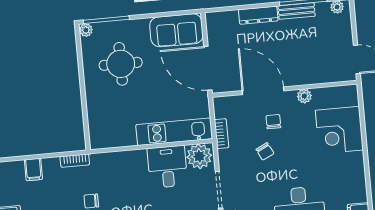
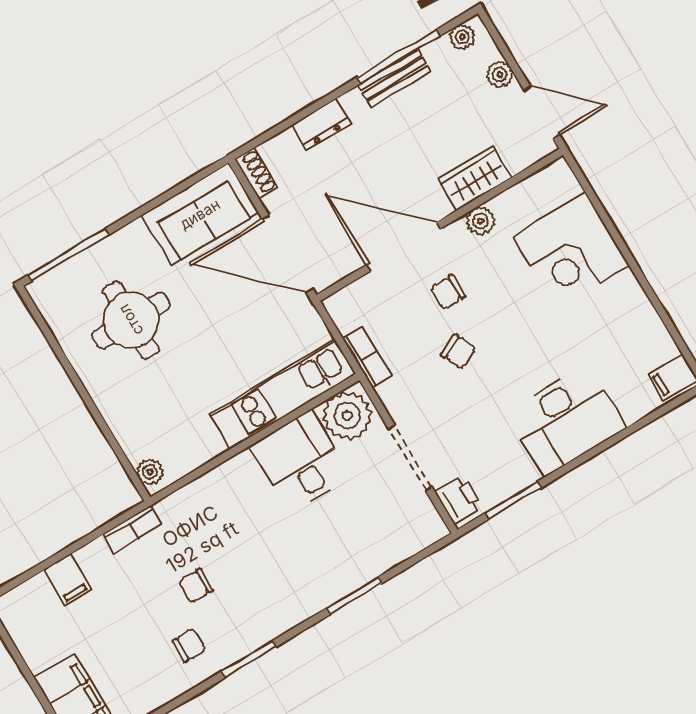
dresser: (258, 15) -> (321, 124), width x0.70
shoe rack: (211, 24) -> (256, 173), added
plant: (86, 30) -> (150, 472), moved
plant: (346, 33) -> (500, 74), added
wardrobe: (311, 75) -> (475, 178), added
chair: (273, 122) -> (448, 292), turned -90

